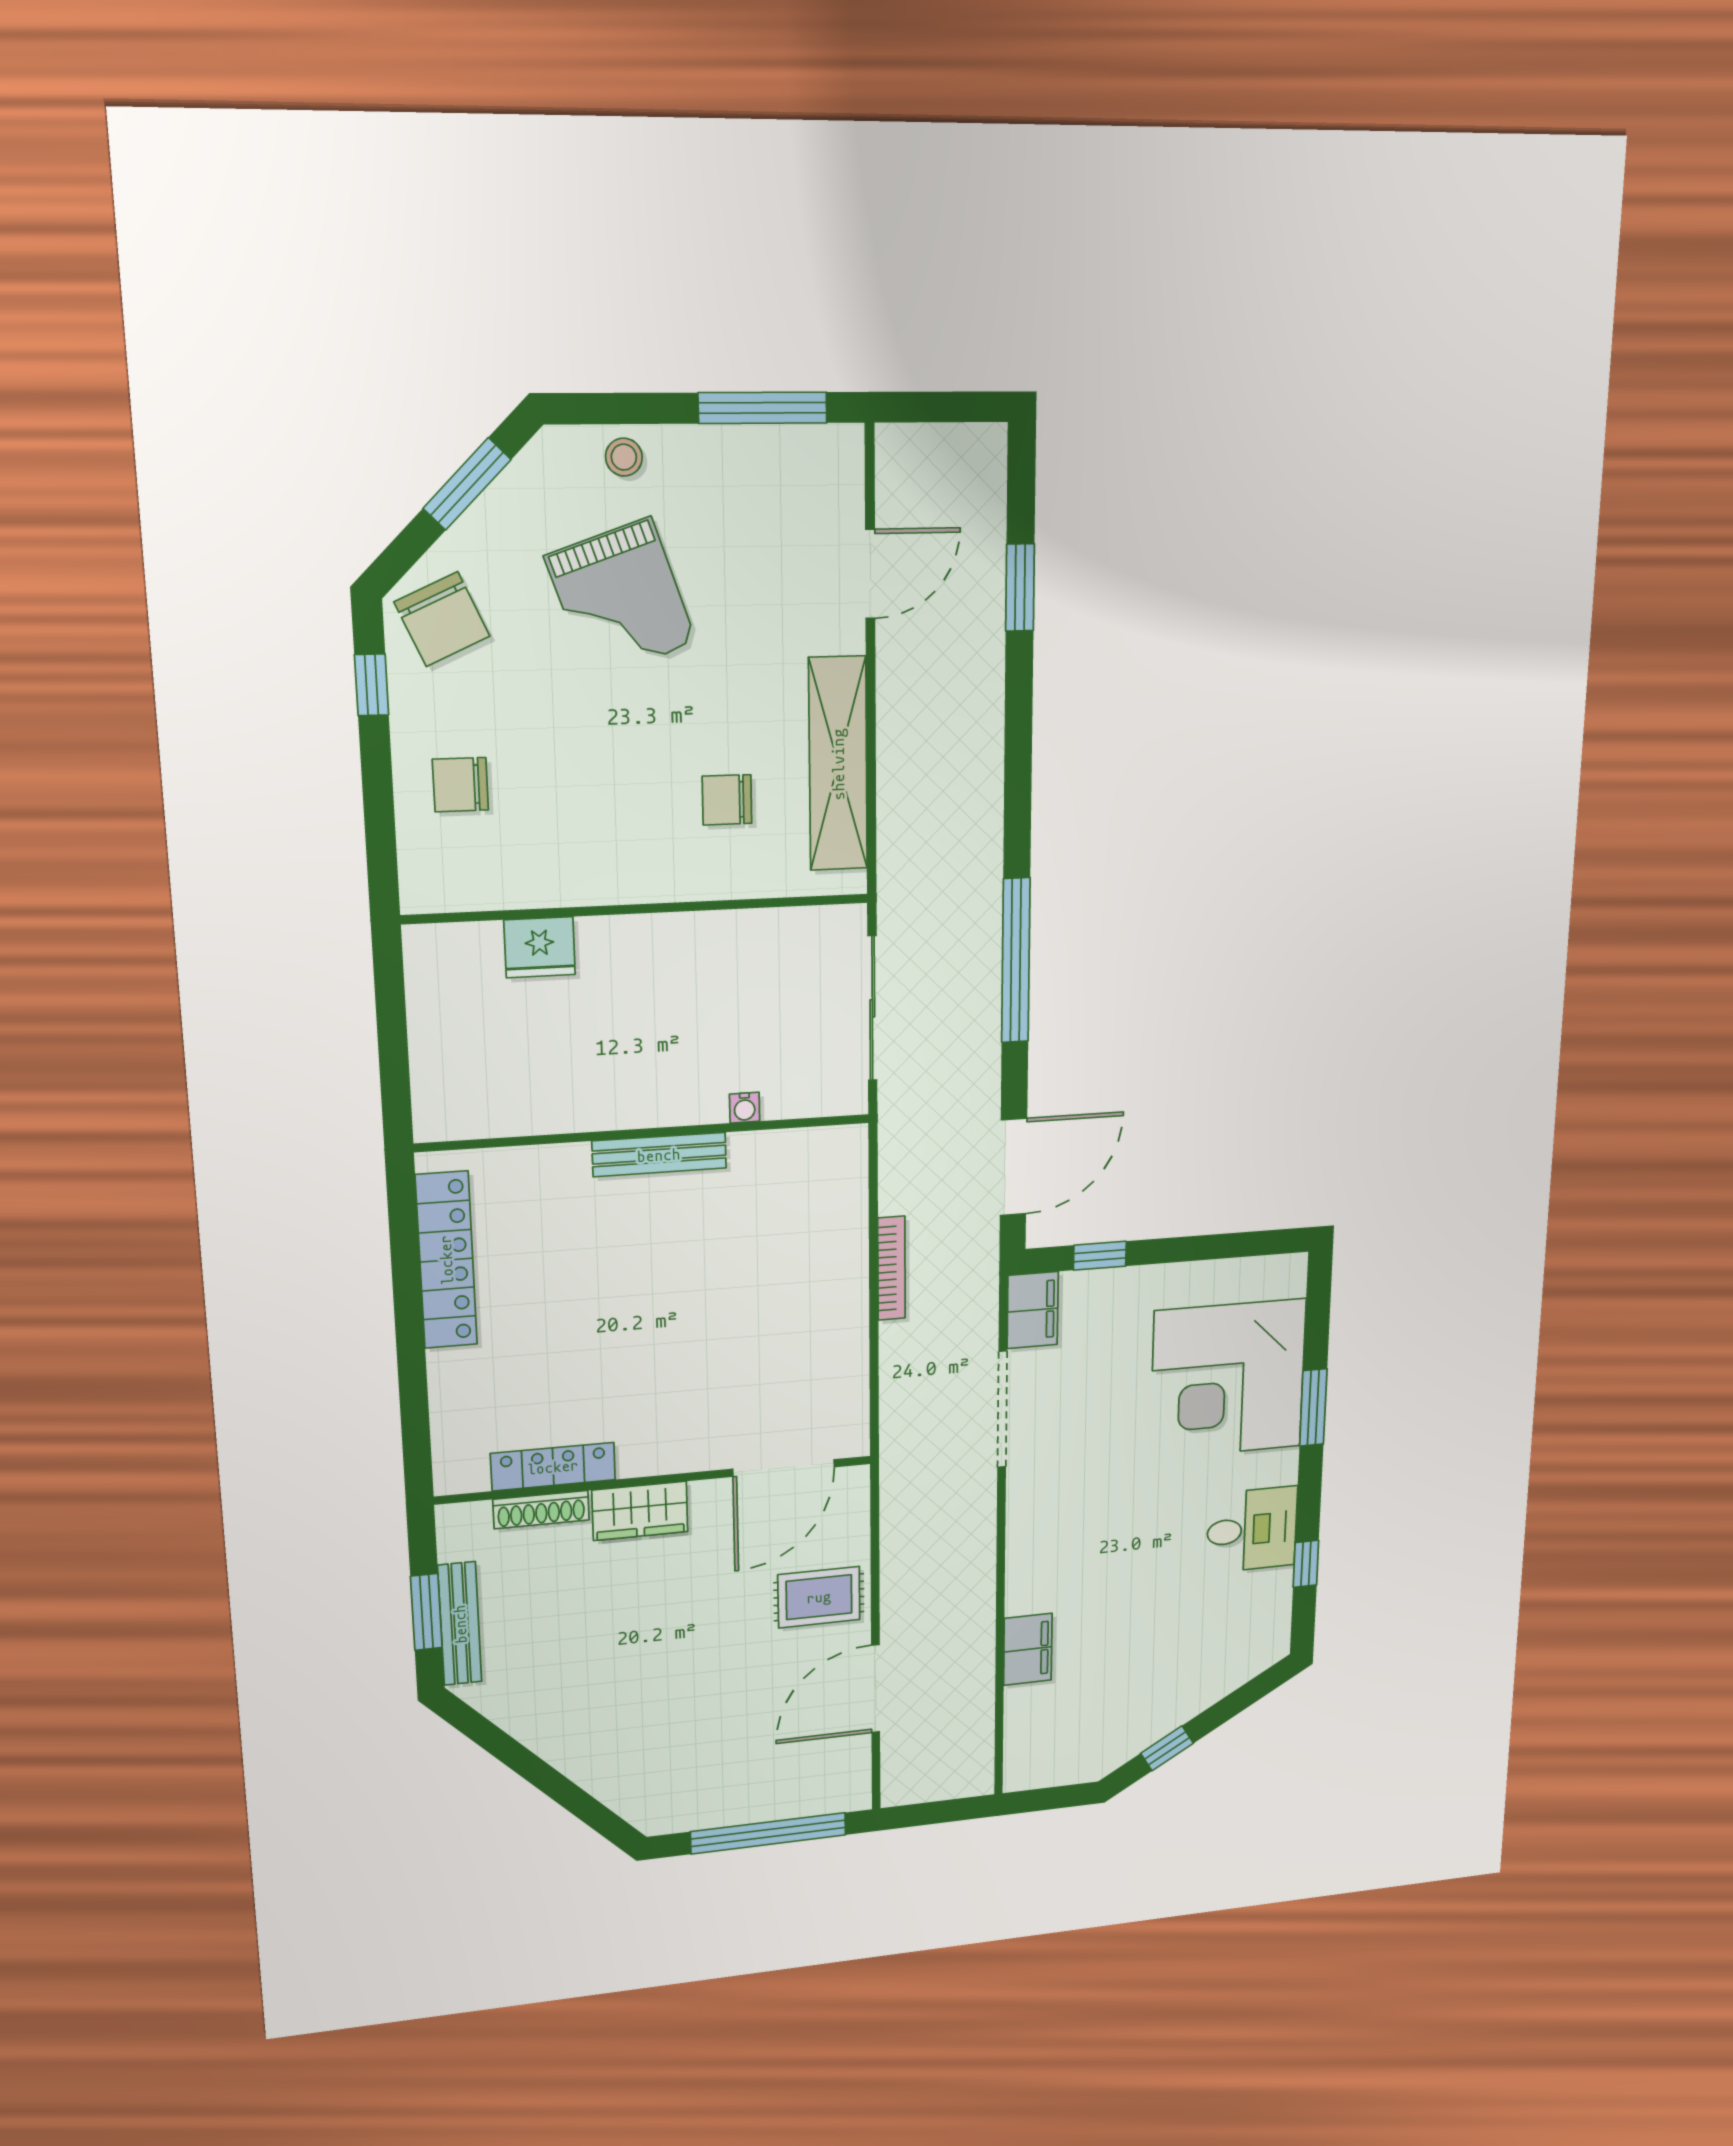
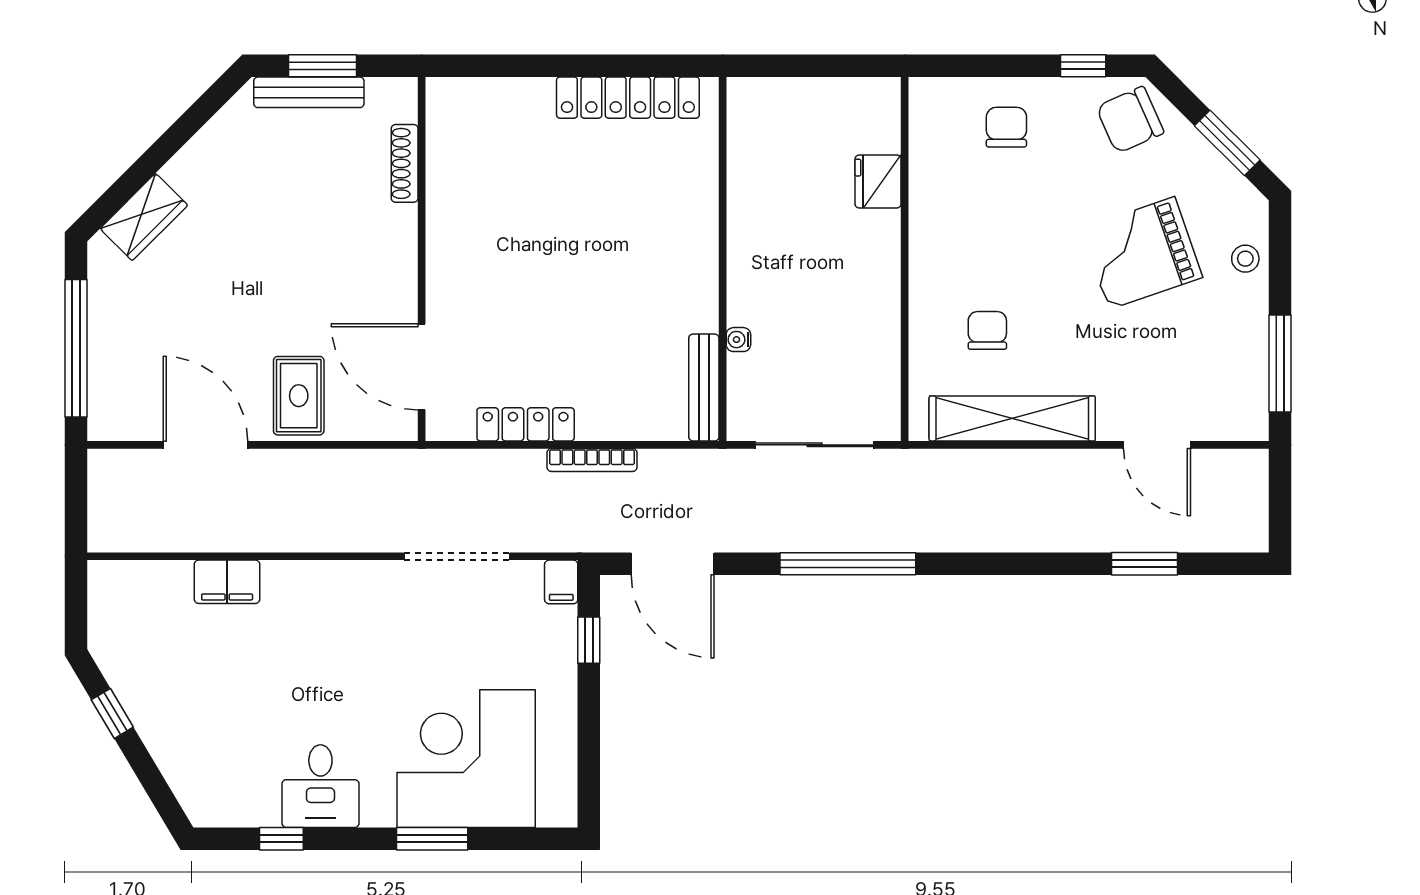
bench: (659, 1155) -> (704, 387), moved
filing cabinet: (1033, 1310) -> (561, 582), width x0.50
locker: (553, 1467) -> (526, 424), moved, turned -90
wardrobe: (640, 1511) -> (144, 217), moved, turned -135

